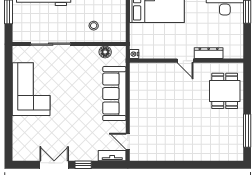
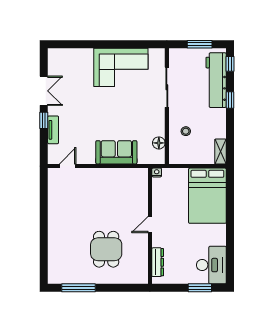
dresser: (209, 53) -> (158, 262), moved
dining table: (225, 91) -> (106, 249), moved, turned 90
sofa: (114, 94) -> (116, 152), width x0.73
tv unit: (112, 156) -> (53, 130), moved

